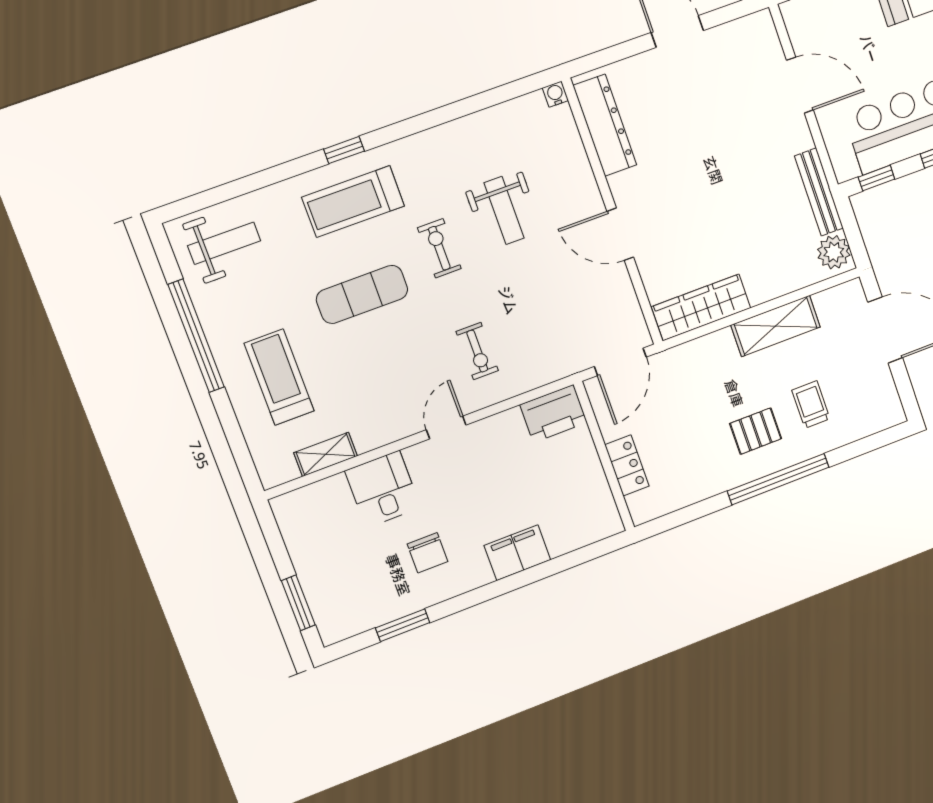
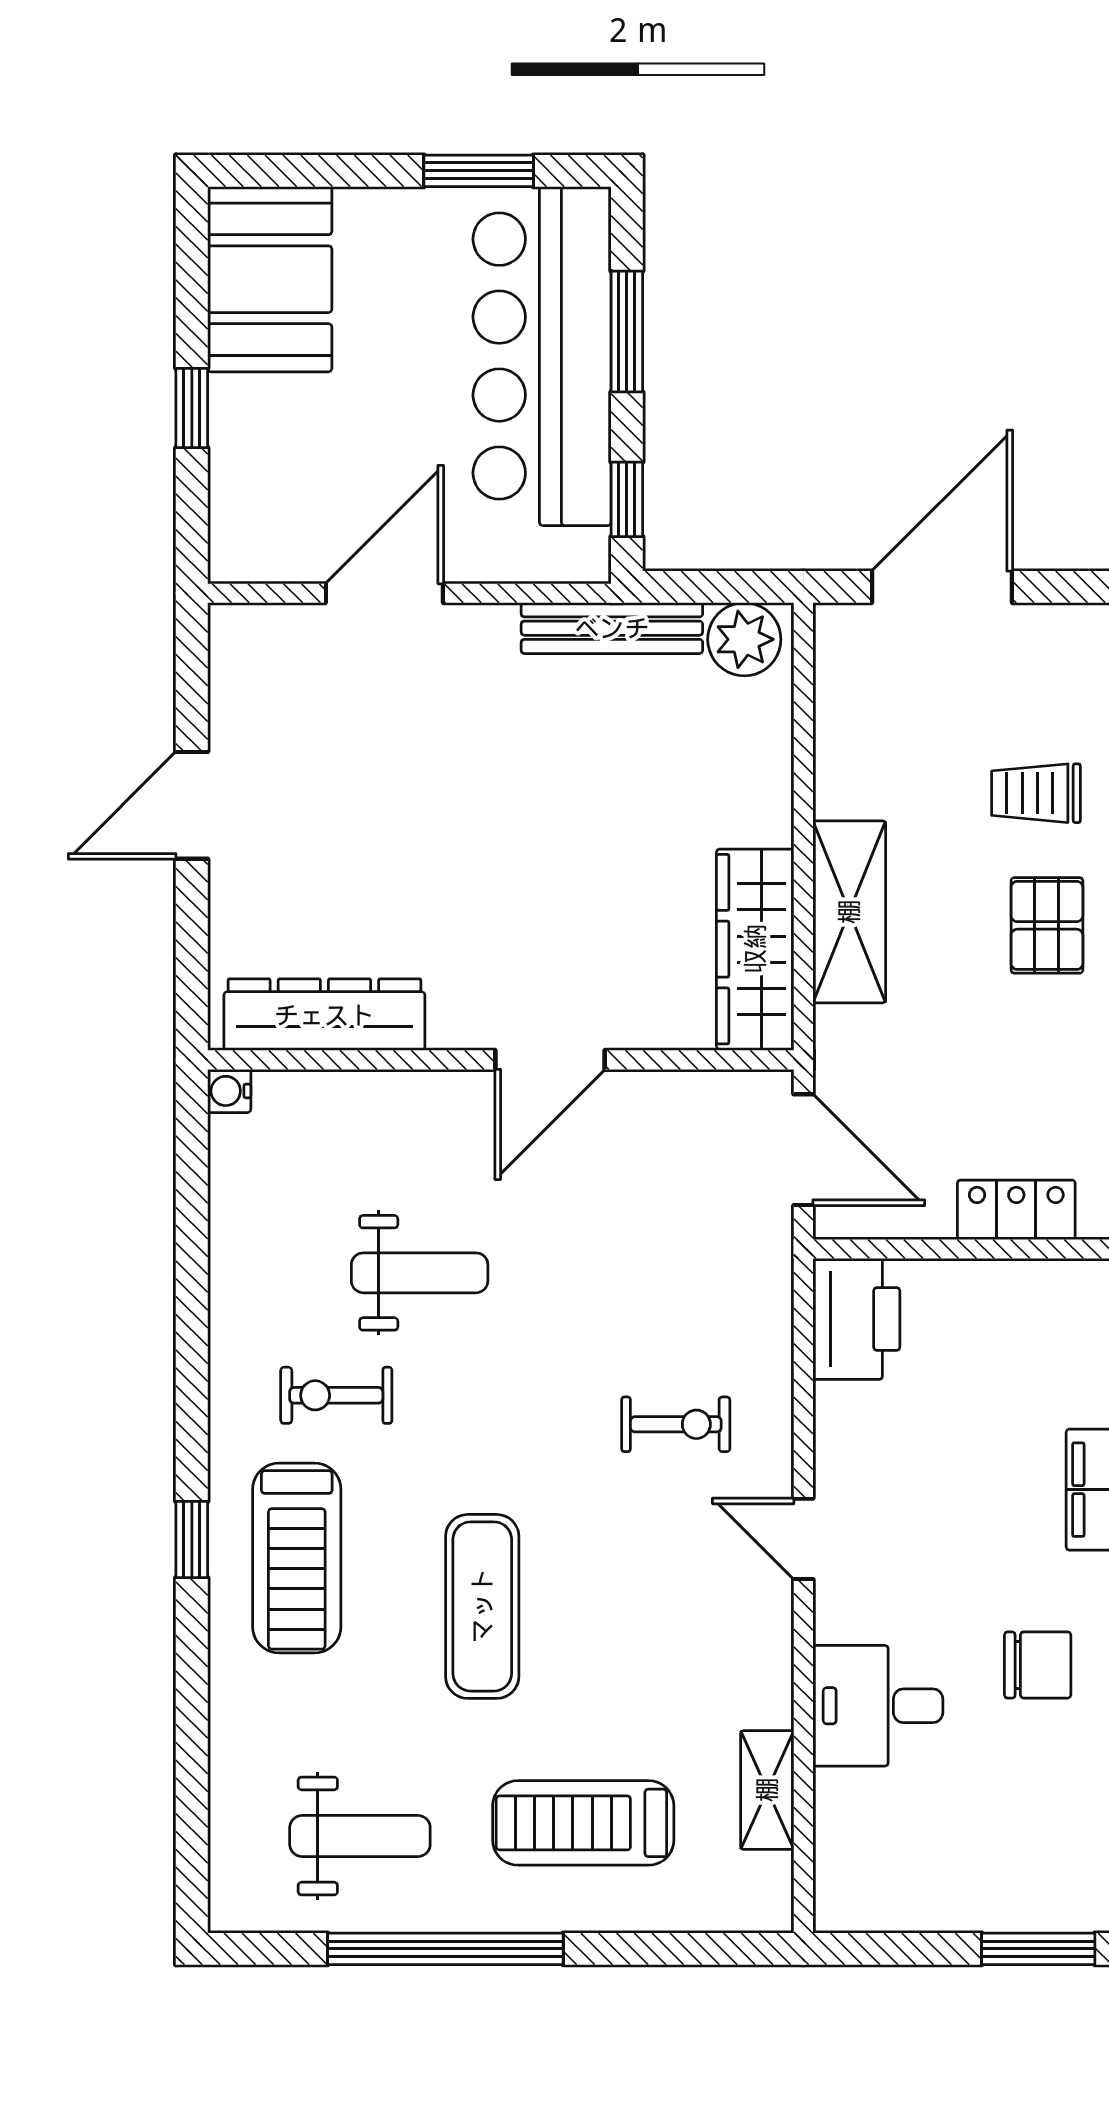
weight bench: (224, 243) -> (360, 1836), moved, turned 90
exercise bike: (439, 248) -> (336, 1395), moved
shelving: (776, 326) -> (849, 912), moved

